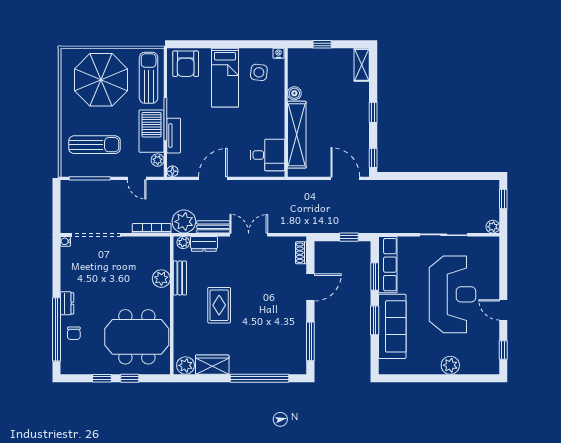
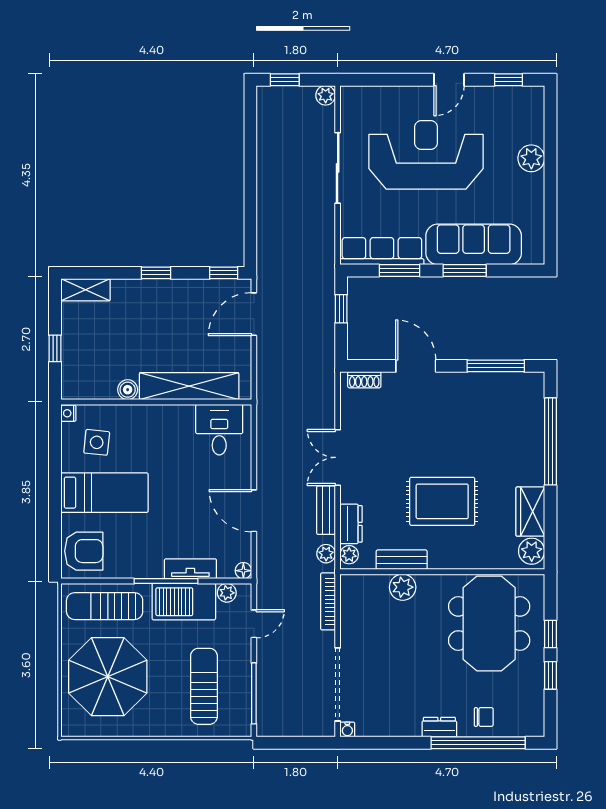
plant: (184, 222) -> (326, 554), width x0.53, depth x0.53
rug: (219, 305) -> (442, 501), width x1.36, depth x1.43

